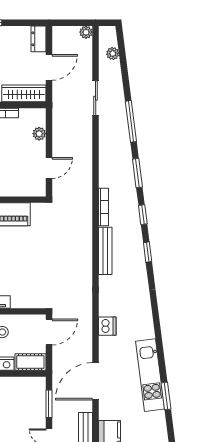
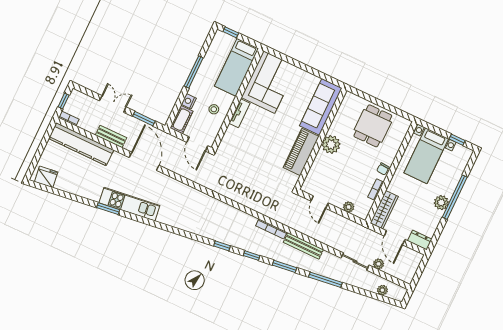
plant: (86, 32) -> (379, 264), moved
bench: (105, 251) -> (303, 246), moved
dishwasher: (107, 326) -> (181, 190), removed

